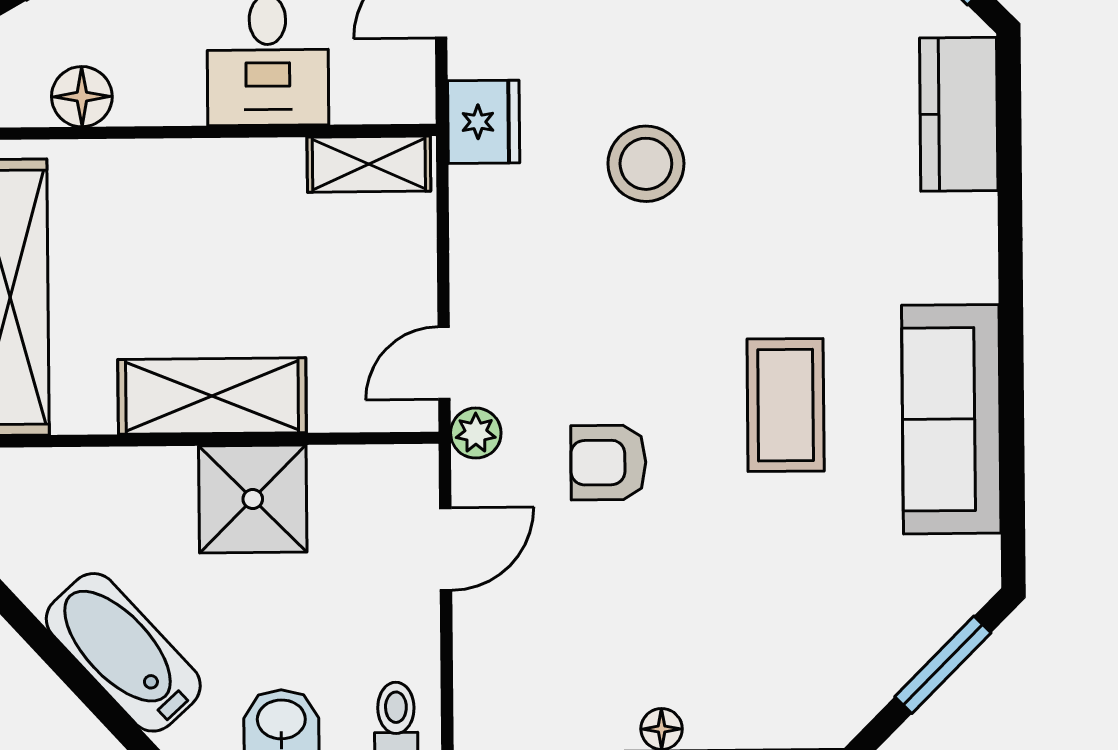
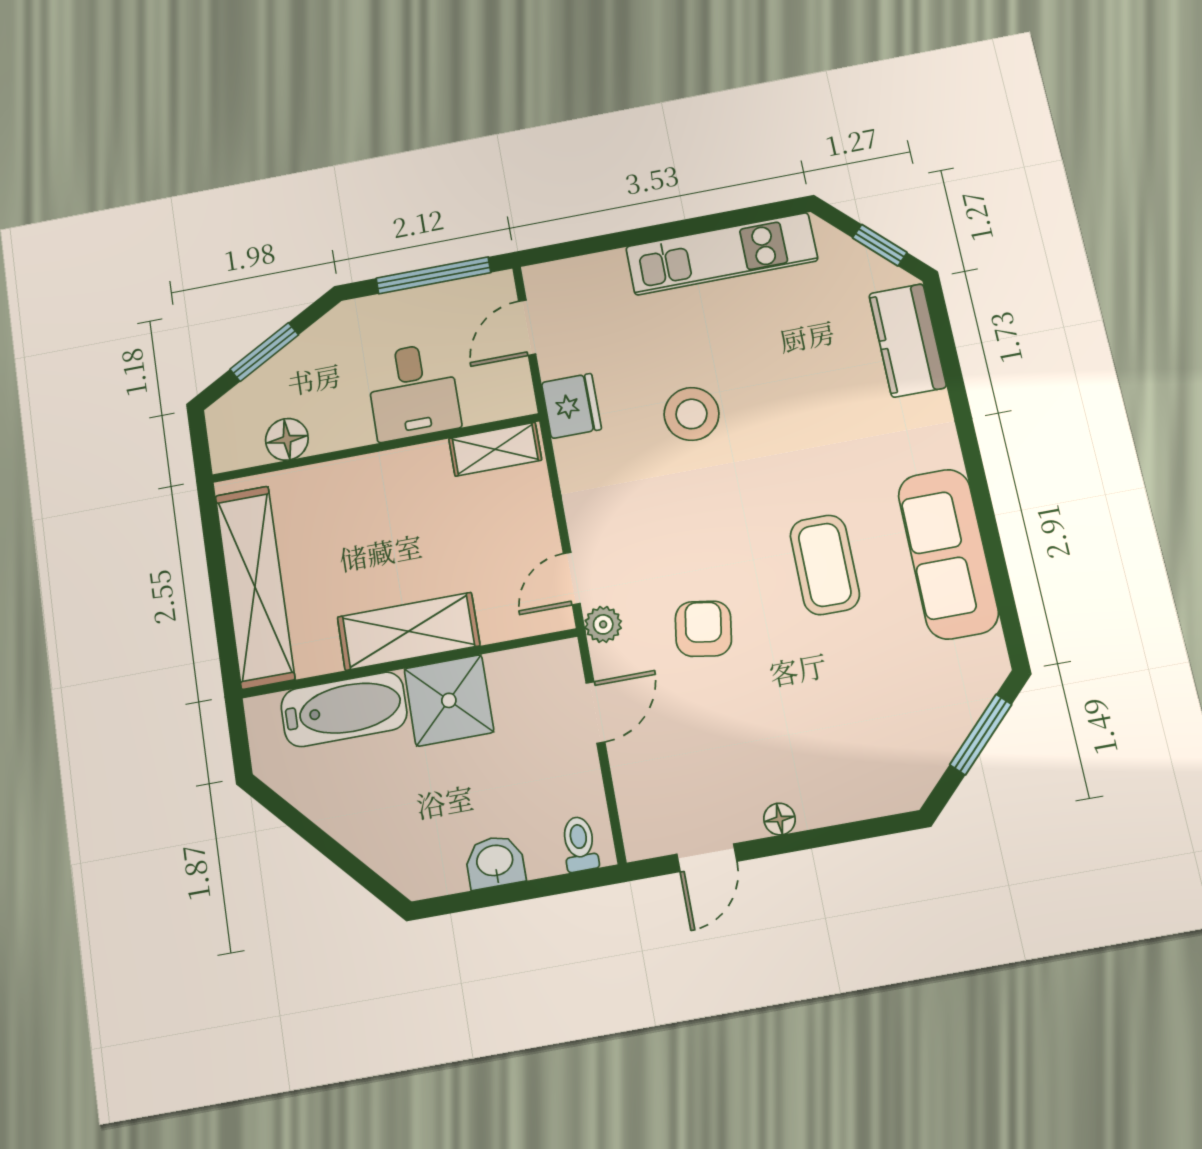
armchair: (608, 463) -> (703, 629), turned 99
bathtub: (123, 652) -> (344, 709), moved, turned 133

